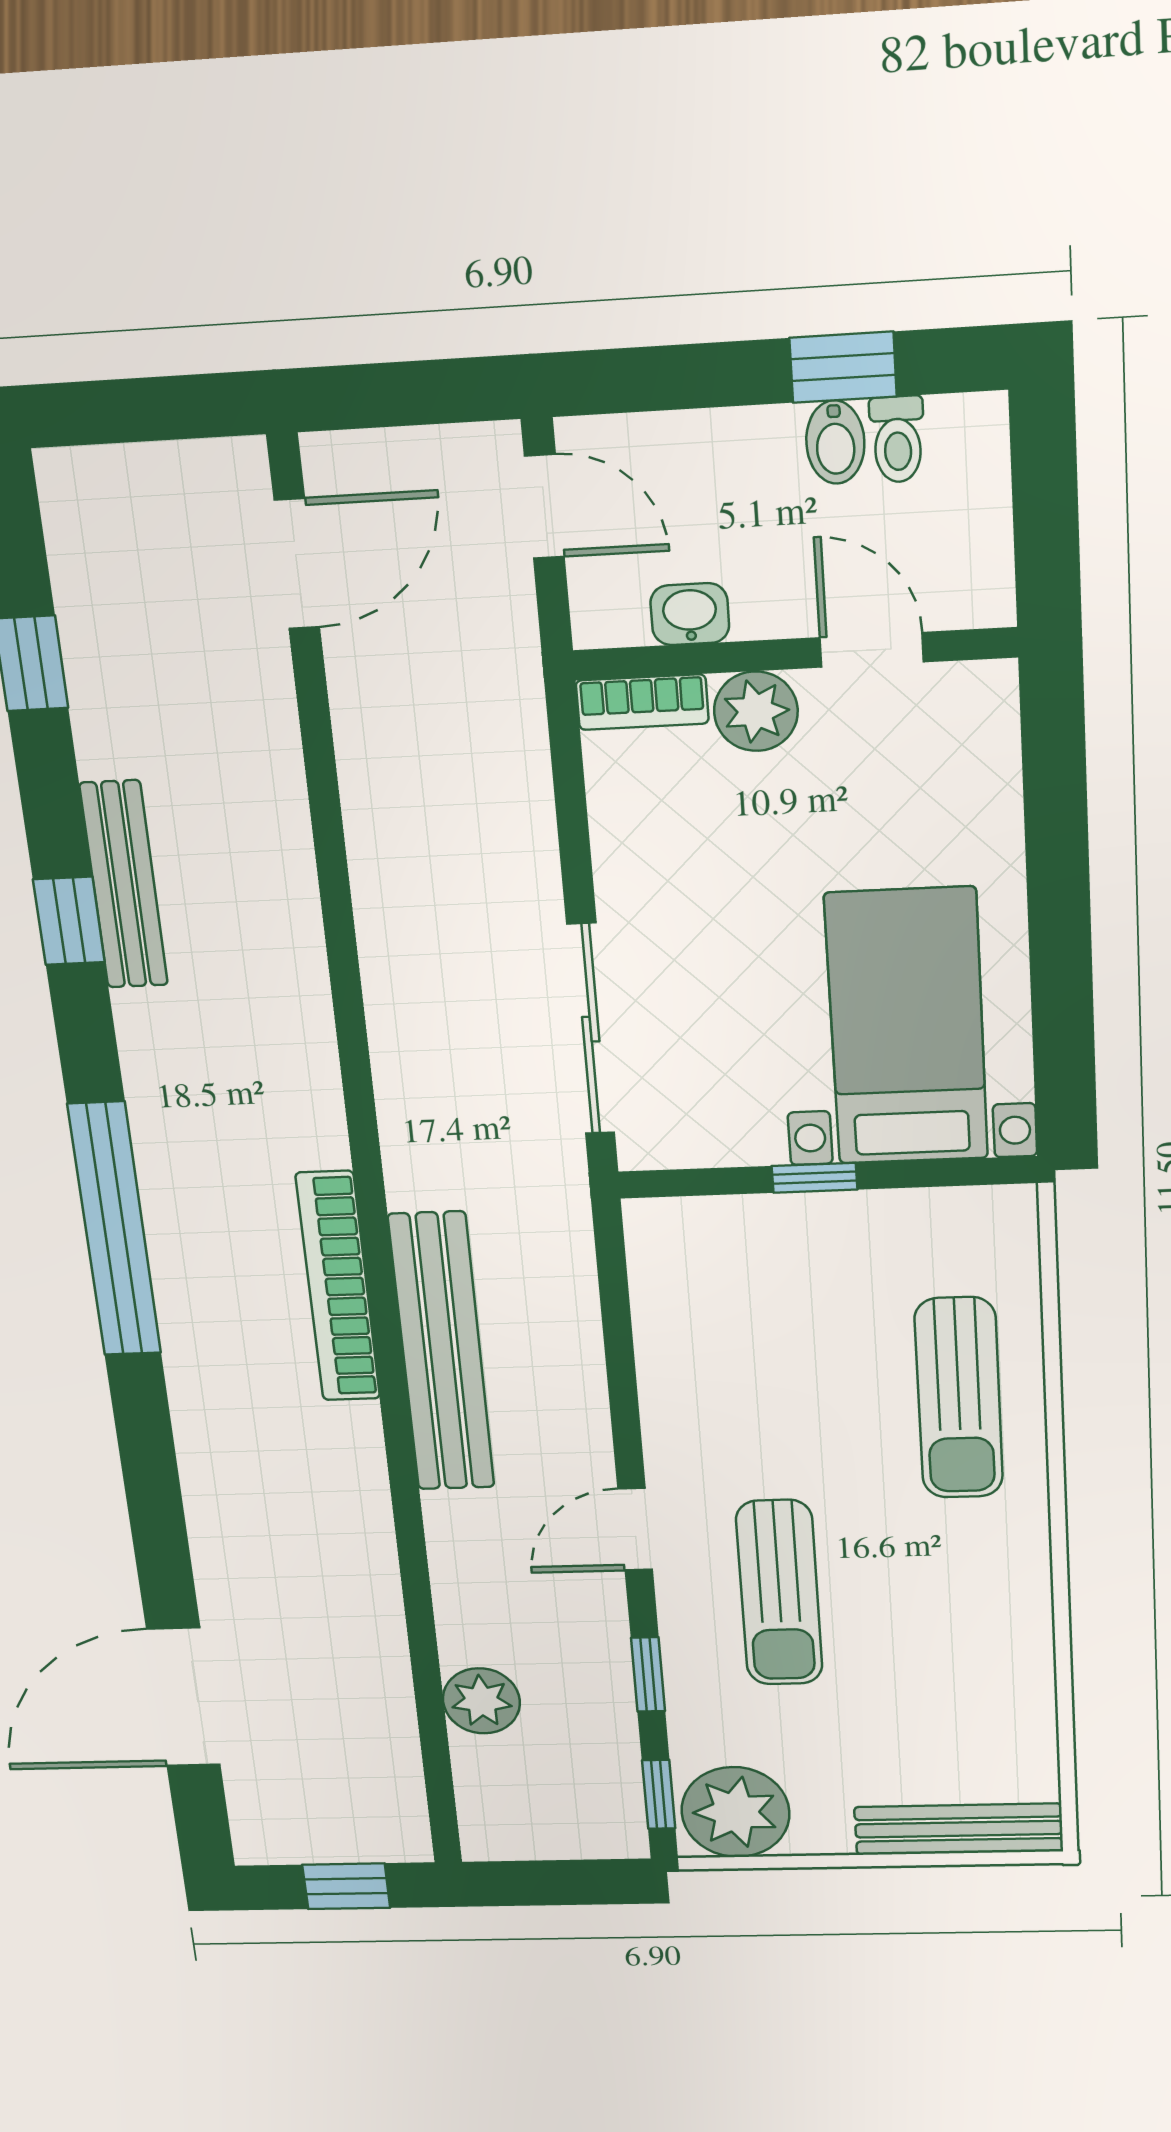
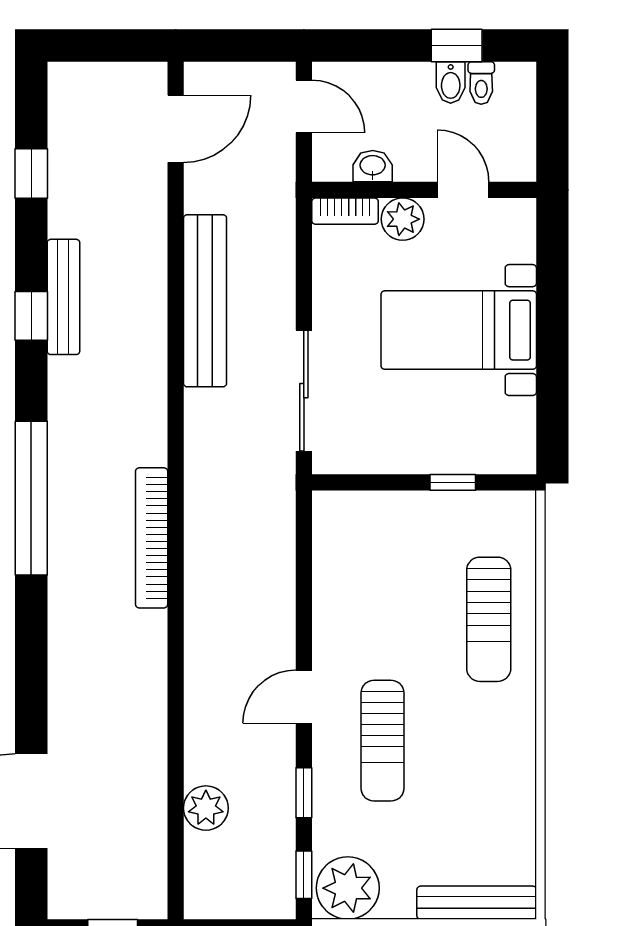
bed with nightstands: (907, 1027) -> (459, 330), moved, turned -90
window: (815, 1178) -> (453, 482), moved
bench: (442, 1352) -> (205, 301), moved

